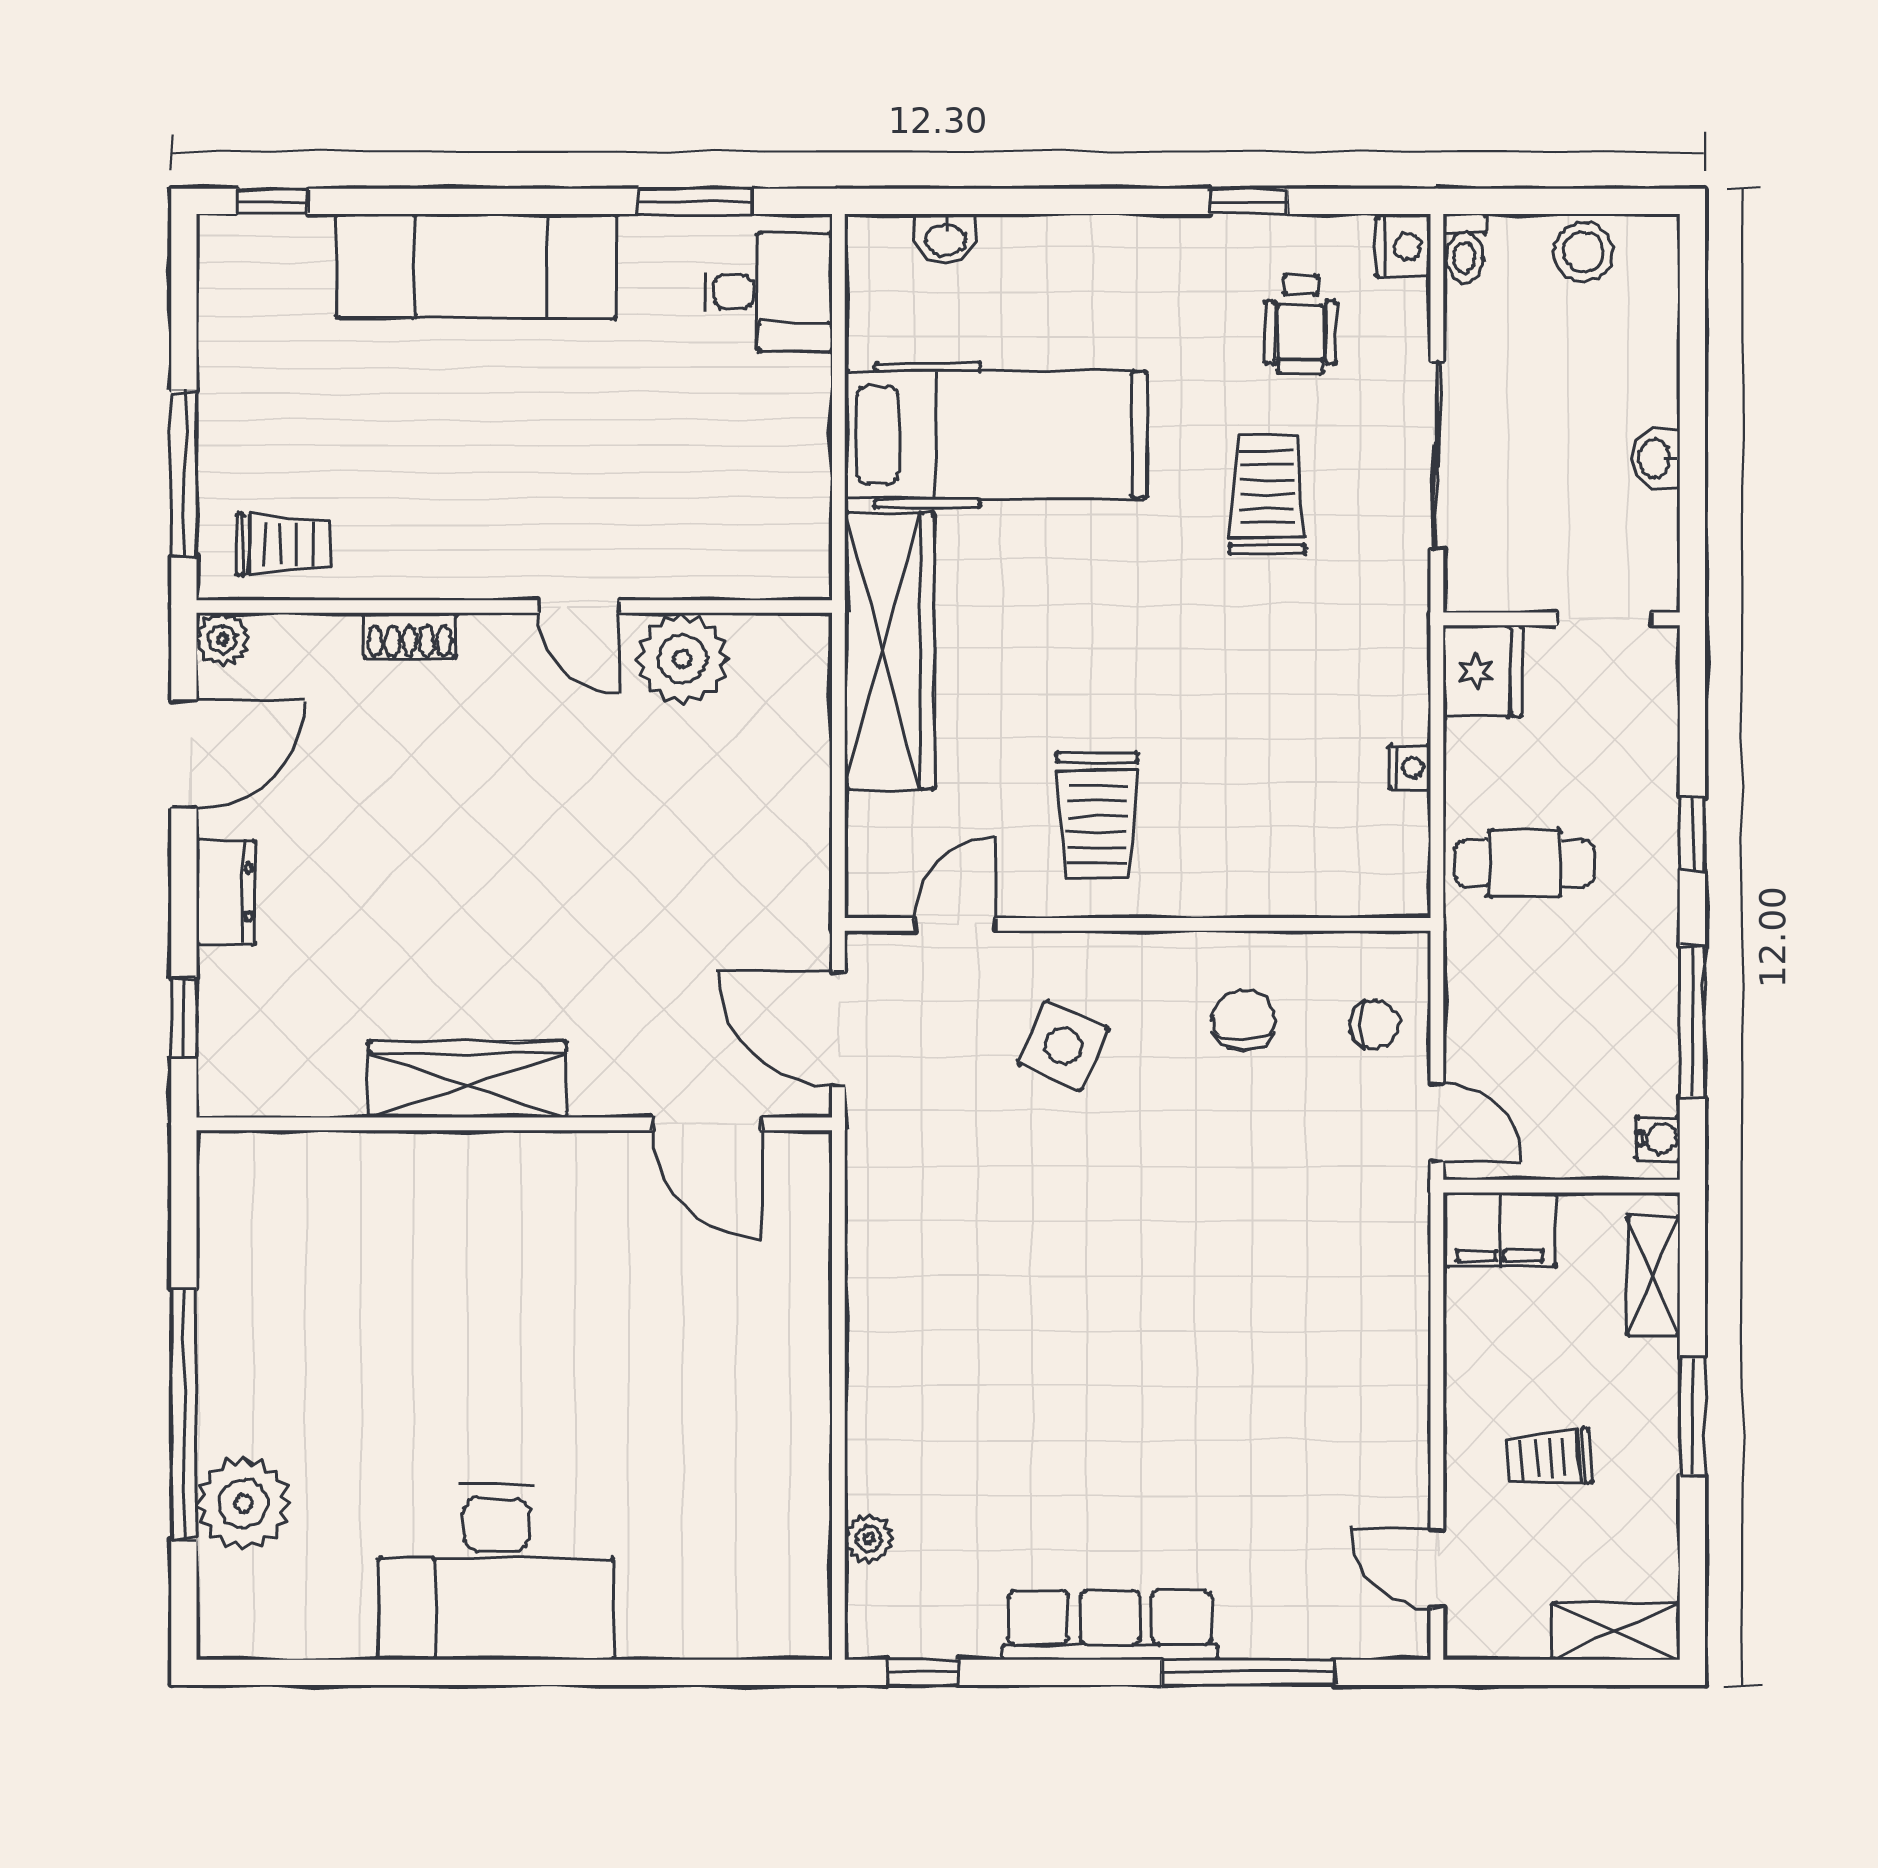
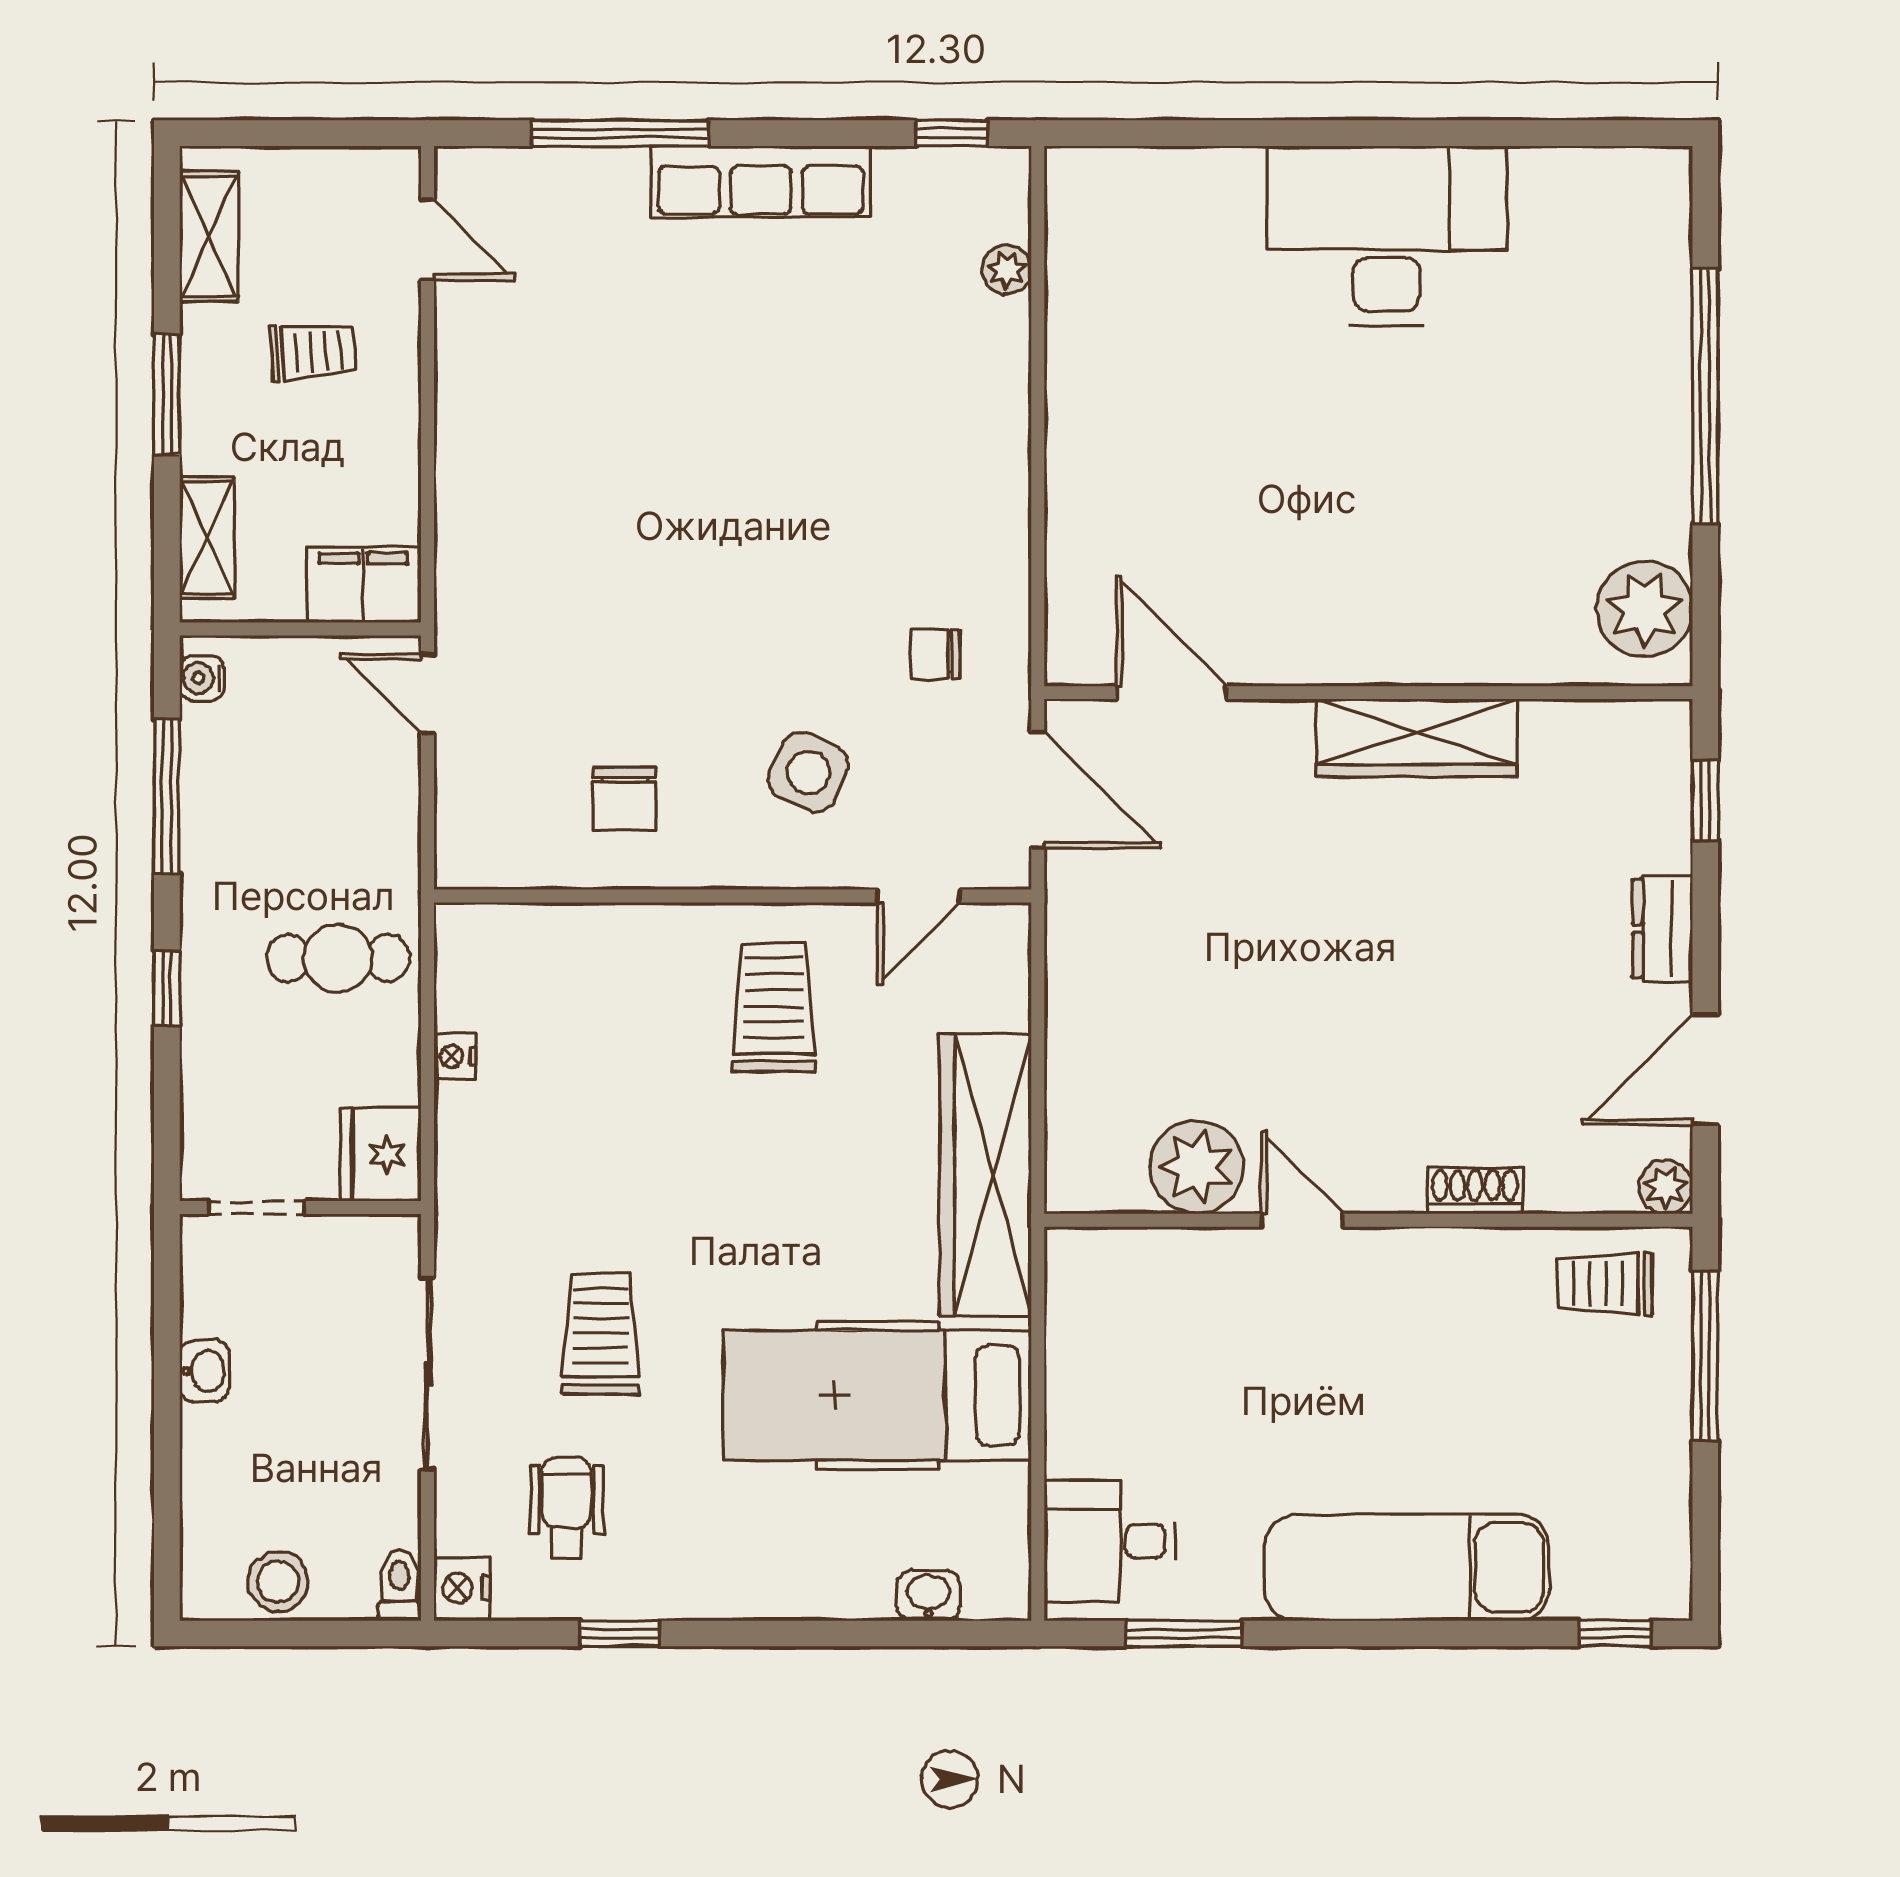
trolley: (1267, 495) -> (601, 1334), turned 180
chair: (1374, 1025) -> (935, 654), moved
plant: (243, 1504) -> (1645, 609), moved
shelving: (1616, 1631) -> (209, 236), moved, turned 90

